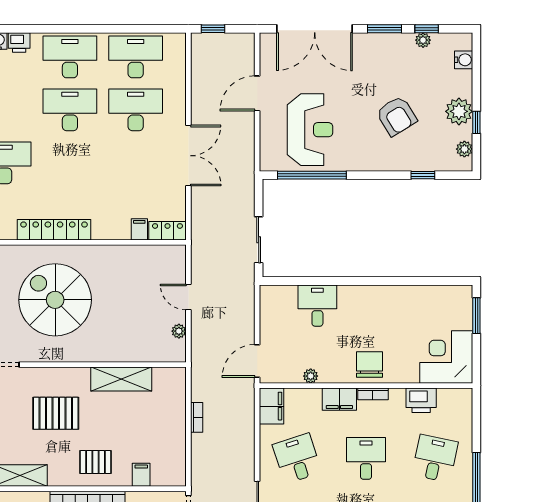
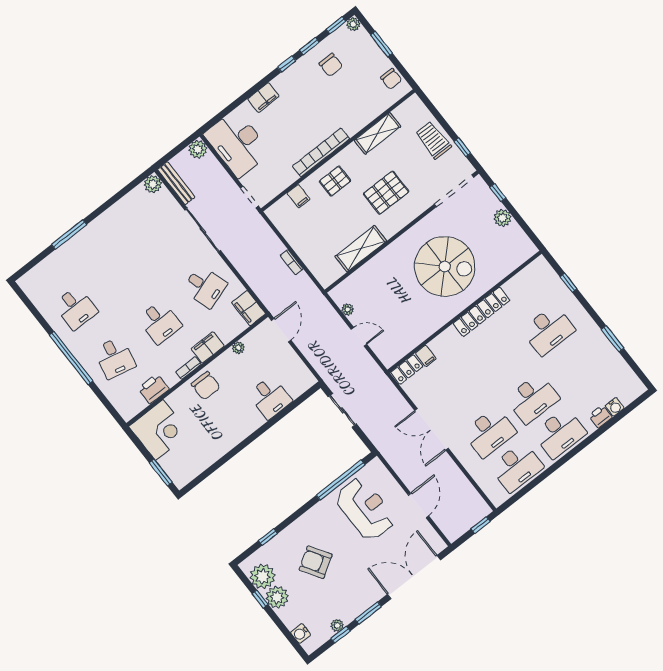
reception desk: (310, 130) -> (365, 509), turned 180
plant: (464, 149) -> (263, 576), width x1.88, depth x1.88

